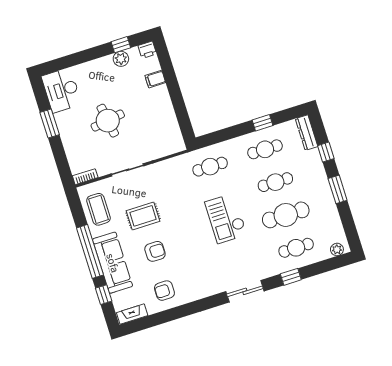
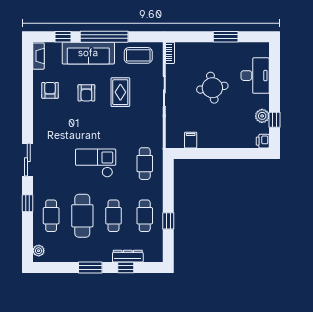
filing cabinet: (155, 79) -> (191, 140), moved
desk: (62, 90) -> (255, 76), moved, turned 90
dresser: (307, 133) -> (128, 256), moved

